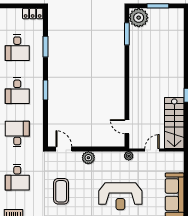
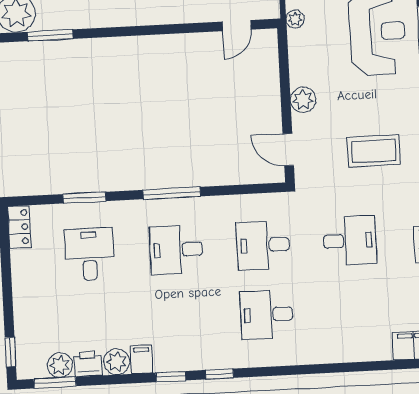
desk: (17, 48) -> (89, 254), turned -90
window: (45, 90) -> (172, 193), width x1.44
desk: (17, 91) -> (176, 250), turned 180
door: (64, 149) -> (288, 150), hinge flipped

